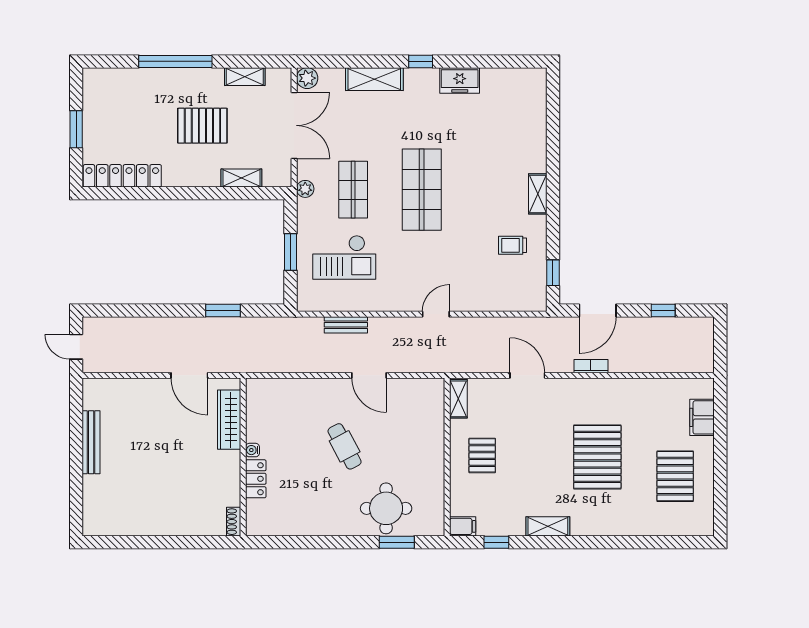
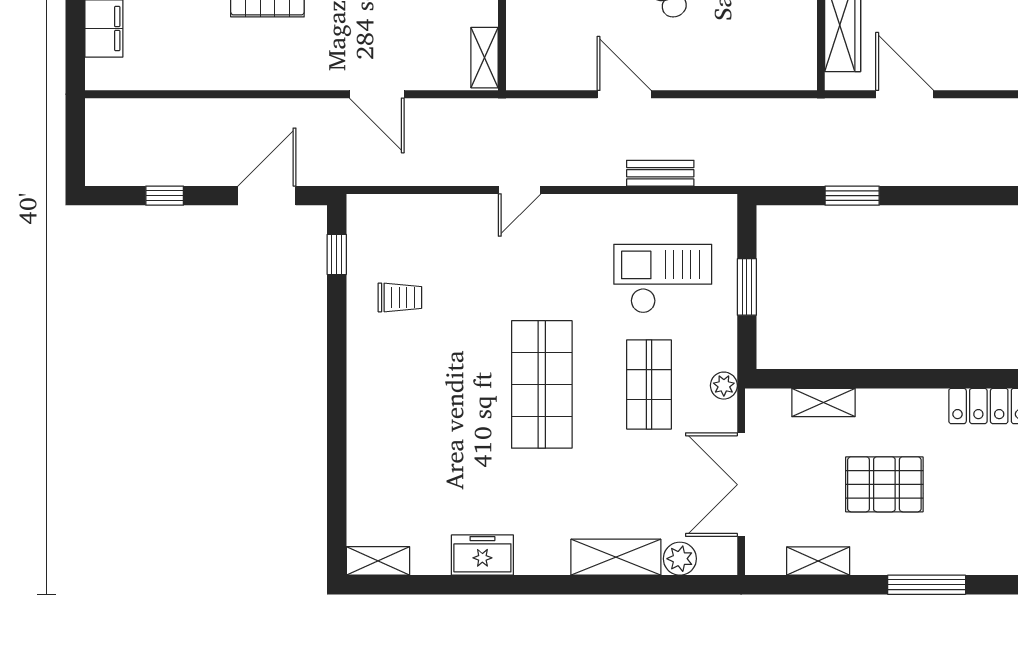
window: (175, 61) -> (927, 585), width x0.68
window: (421, 61) -> (544, 585), removed
plant: (307, 78) -> (680, 559), moved
shelving: (538, 194) -> (378, 561), moved, turned 90
bookcase: (591, 366) -> (277, 109), removed

